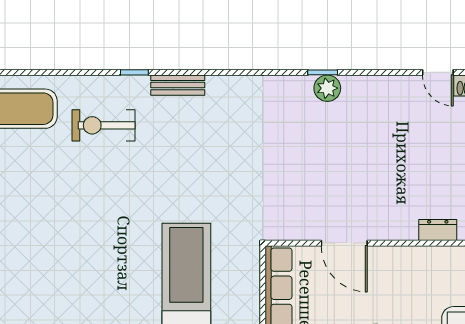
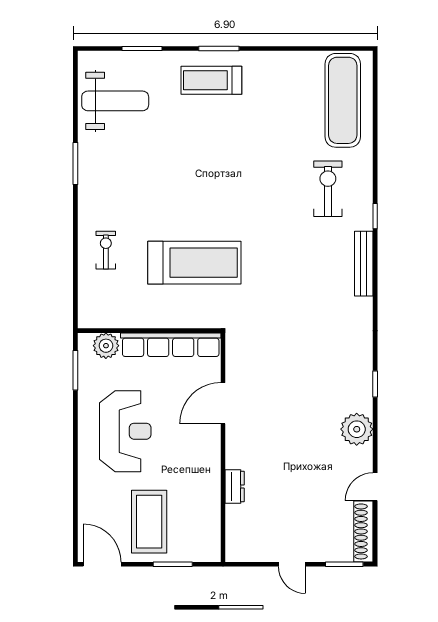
bench: (178, 85) -> (364, 264), width x1.36
plant: (327, 88) -> (357, 429), moved, width x1.36, depth x1.36

